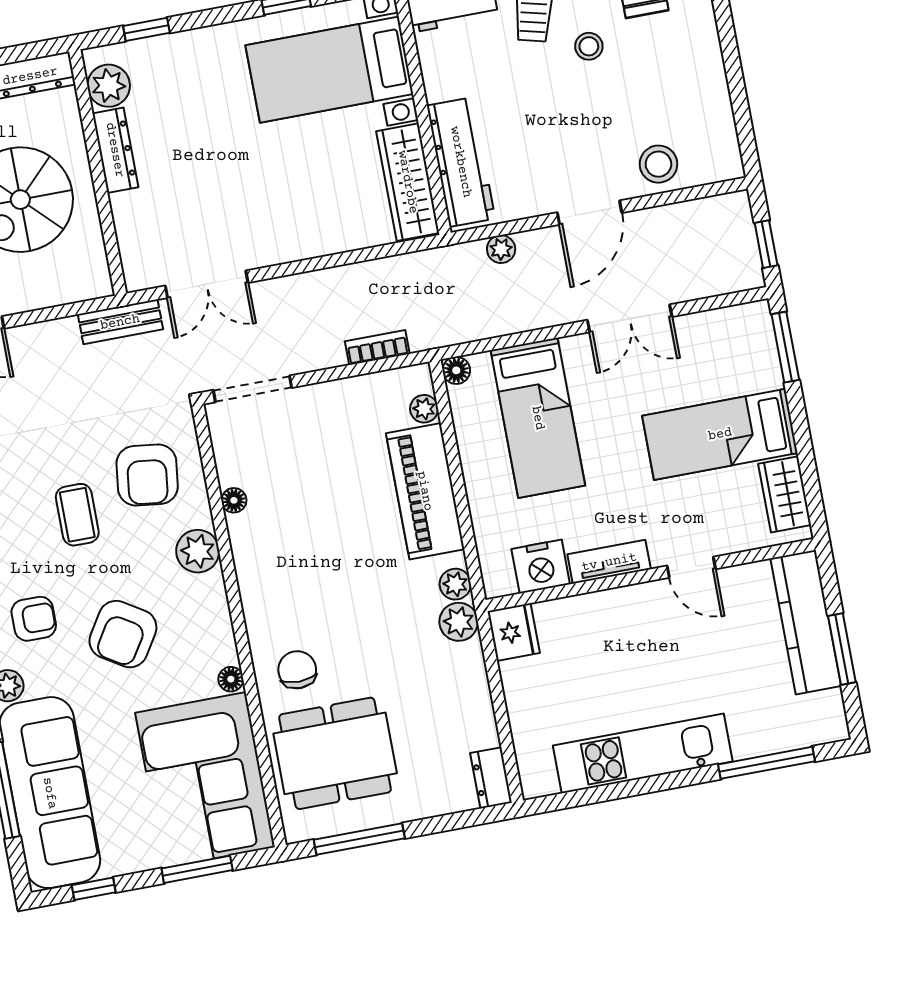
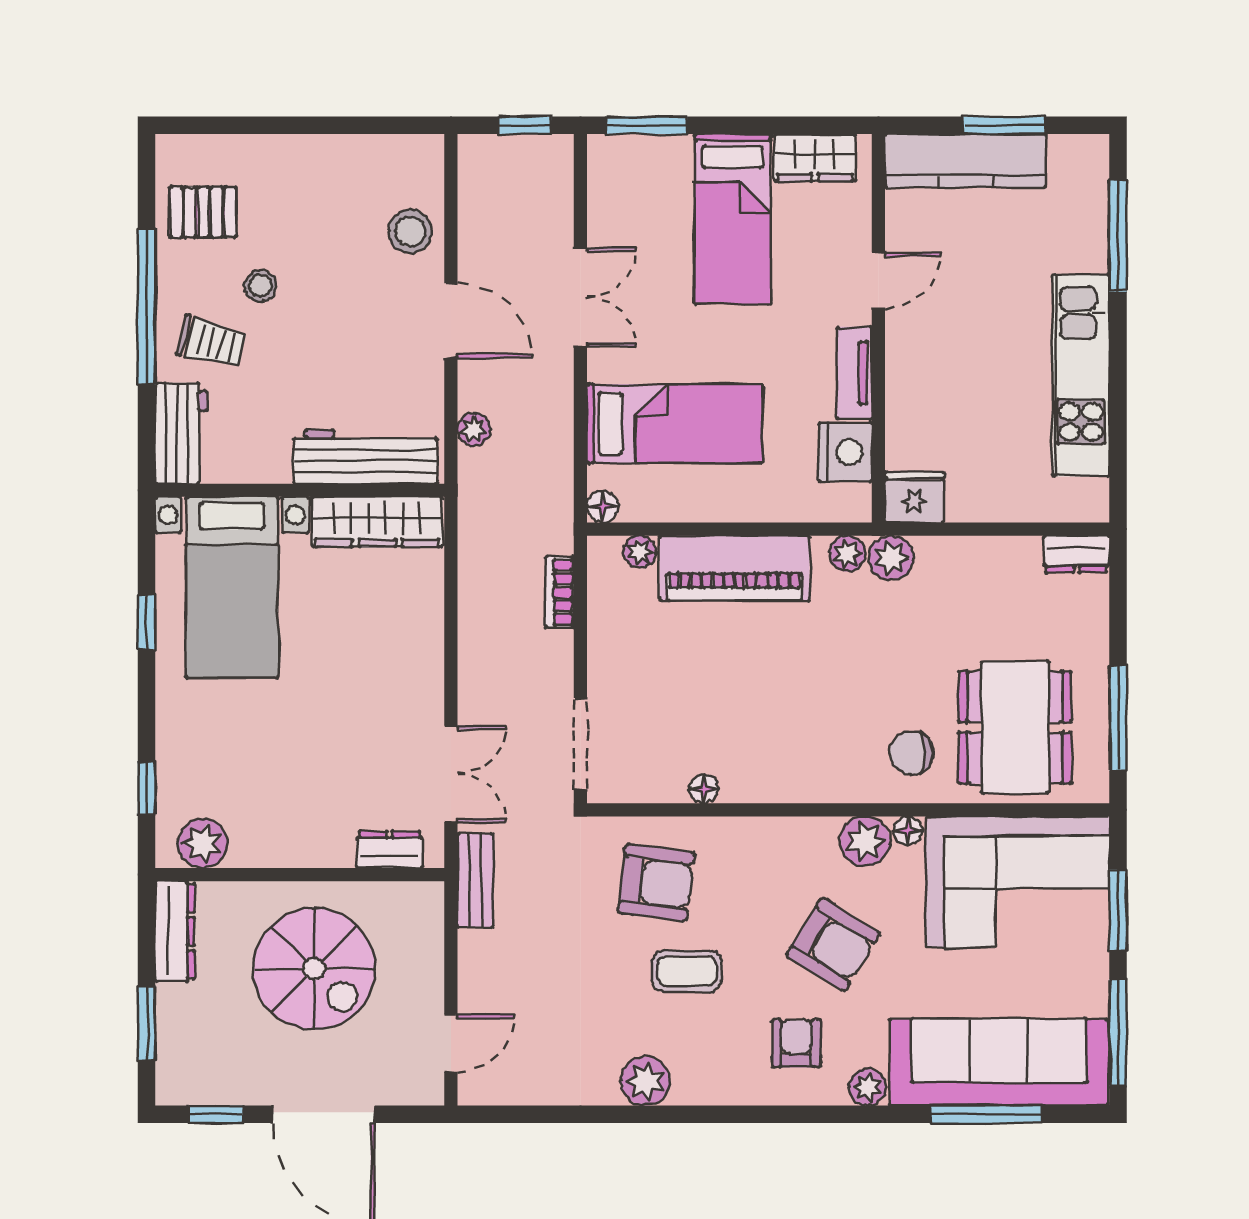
dresser: (115, 150) -> (390, 850), moved, width x0.70
plant: (198, 551) -> (865, 841), moved
window: (94, 889) -> (1118, 1032), width x2.17

